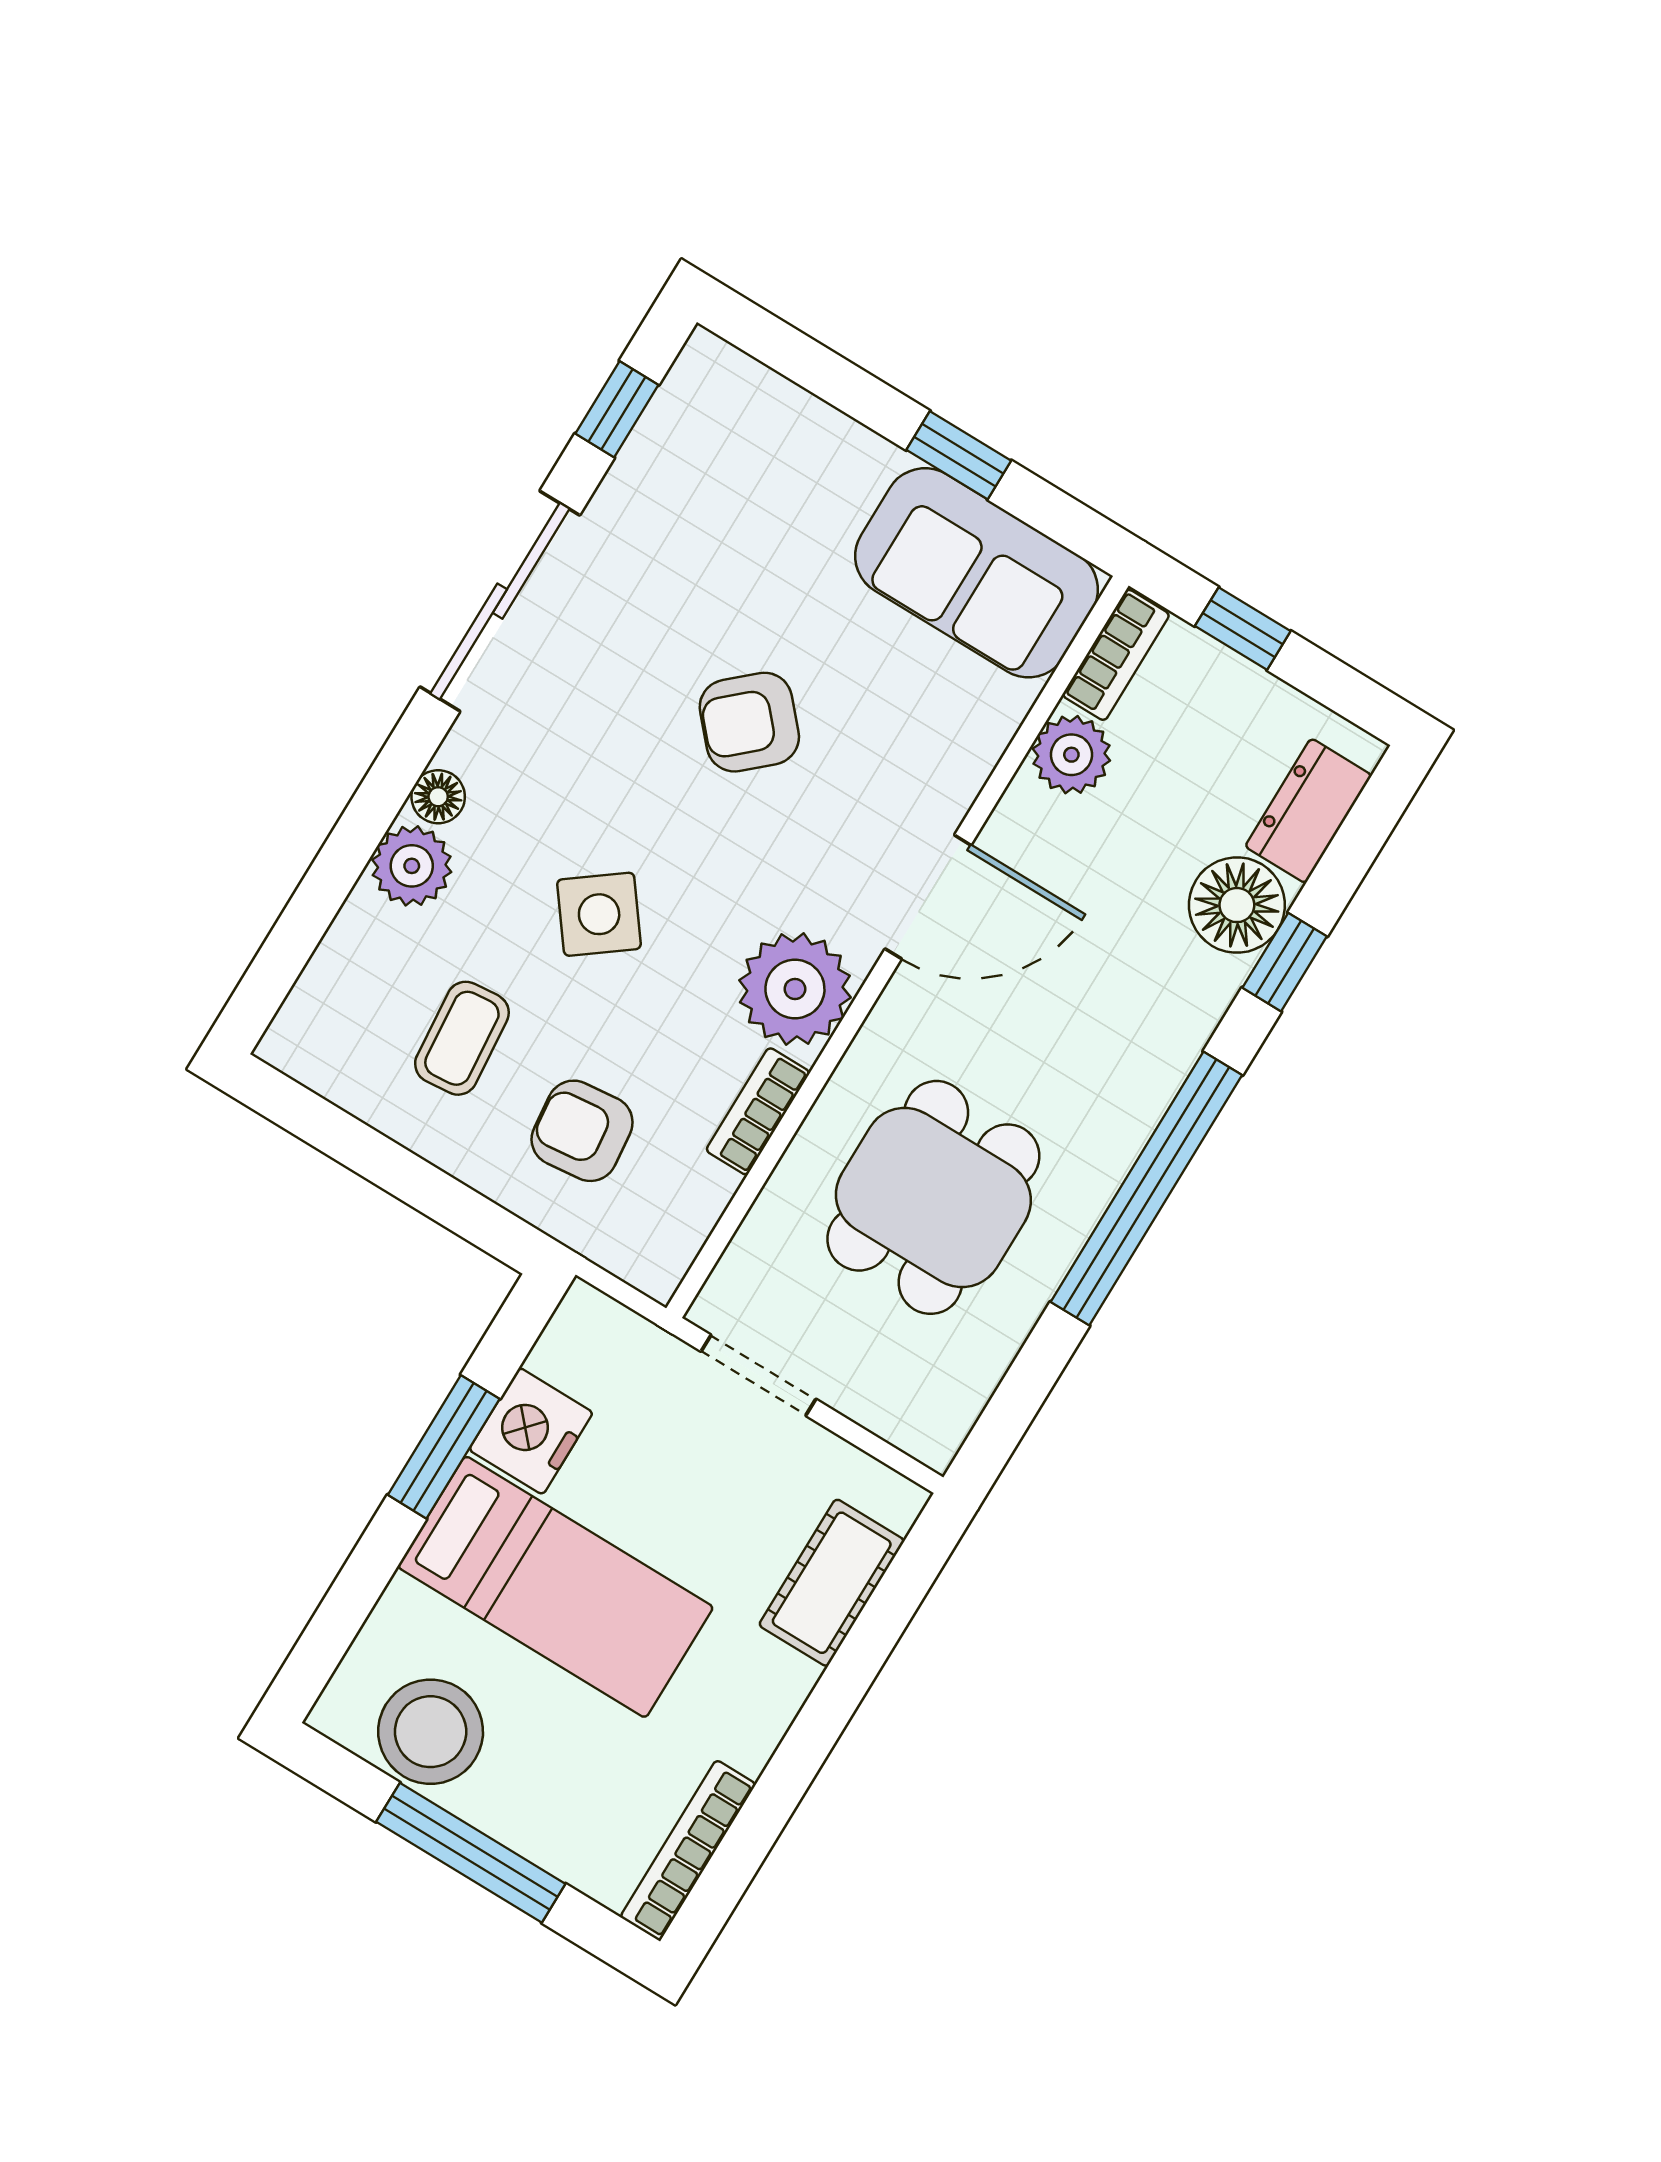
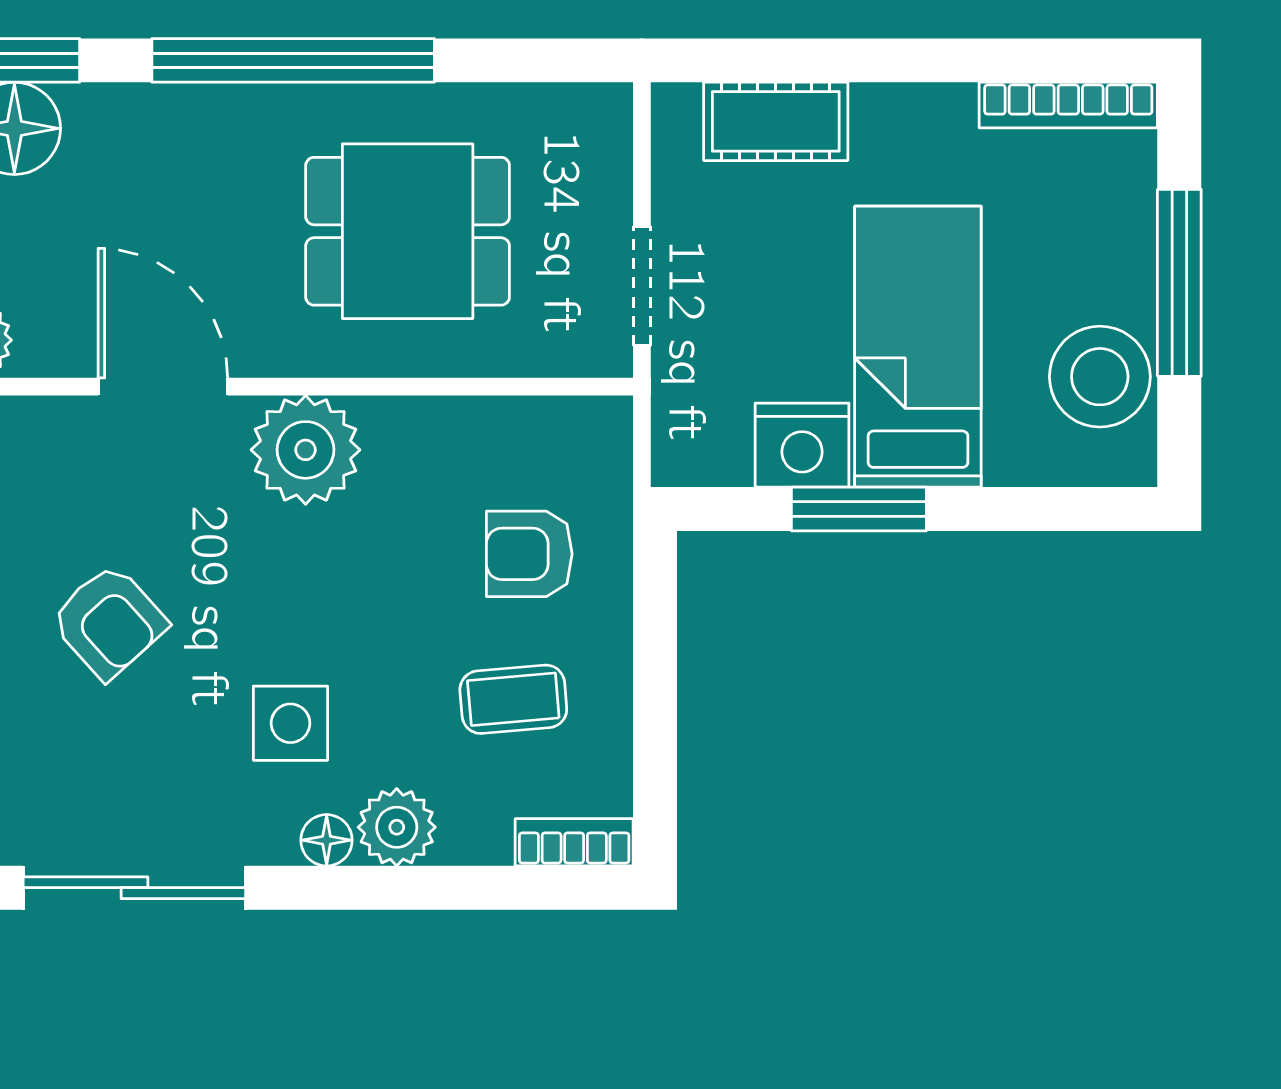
side table: (599, 914) -> (290, 723), moved, turned 37
bookcase: (758, 1111) -> (574, 842), moved, turned 180
armchair: (582, 1131) -> (529, 554), turned 96

